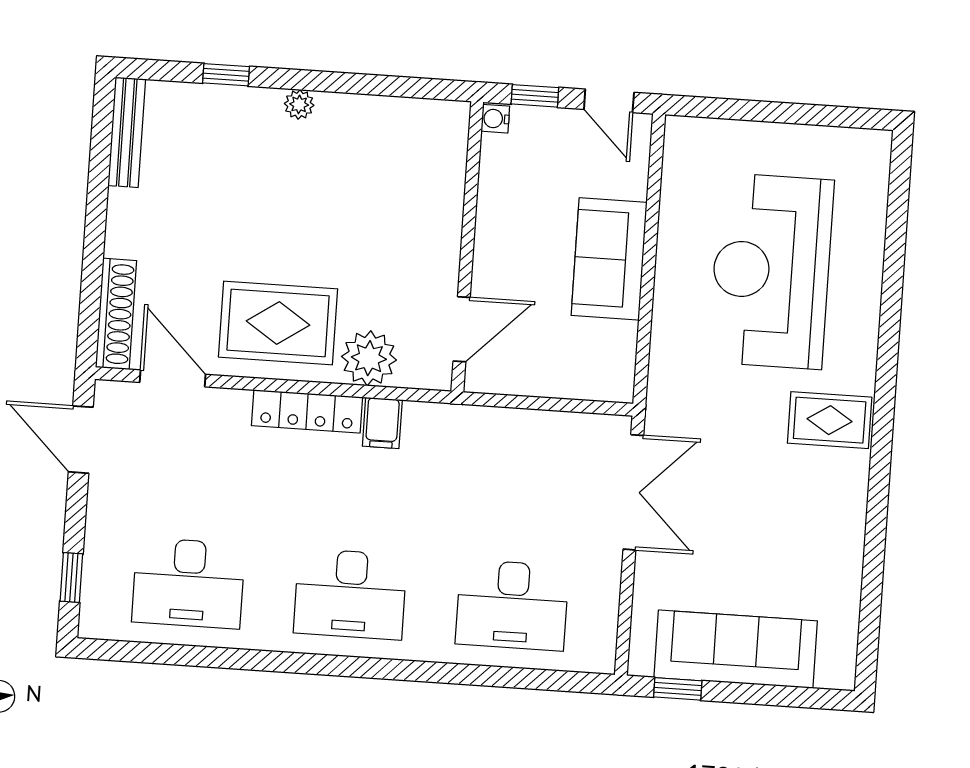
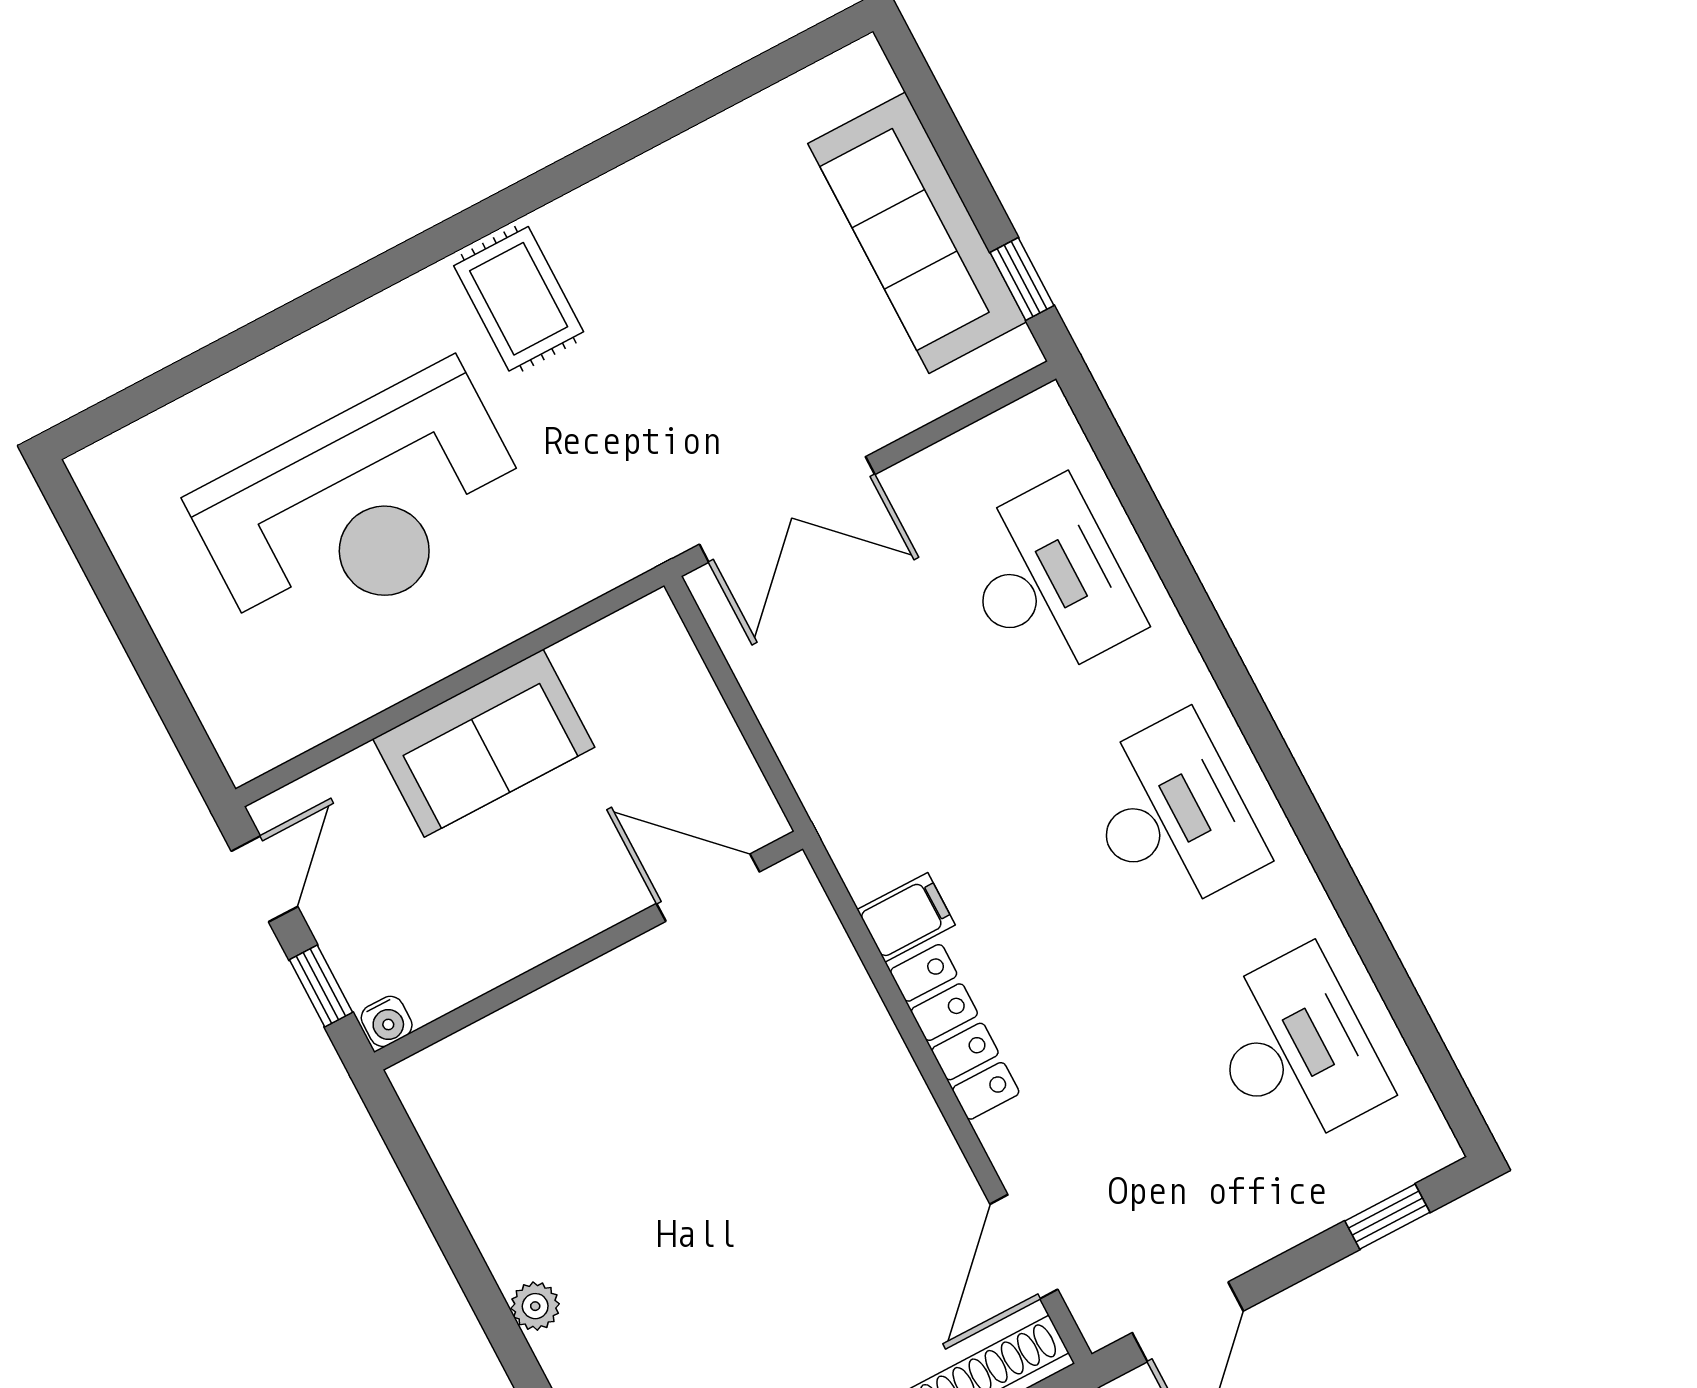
rug: (278, 323) -> (857, 1148), removed
plant: (369, 358) -> (828, 992), removed
double door: (633, 492) -> (787, 509), swing flipped

